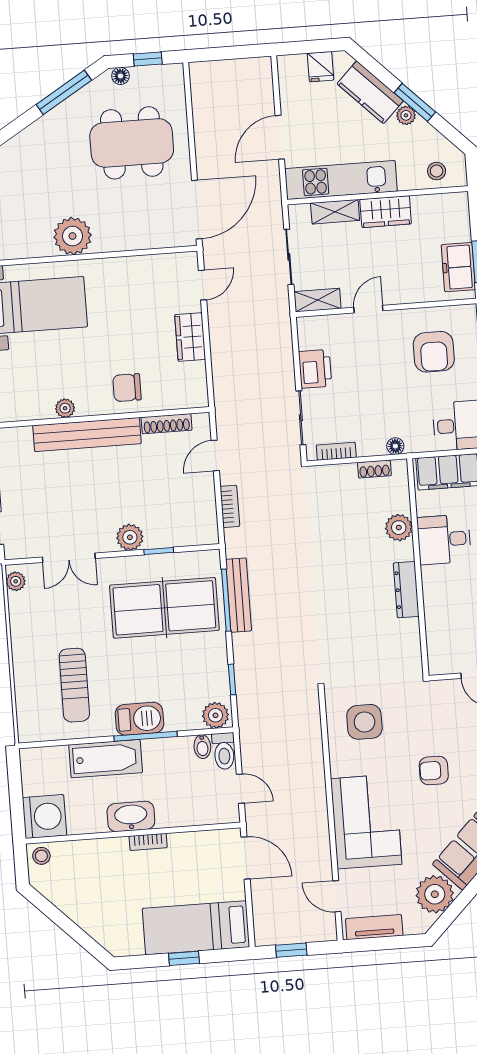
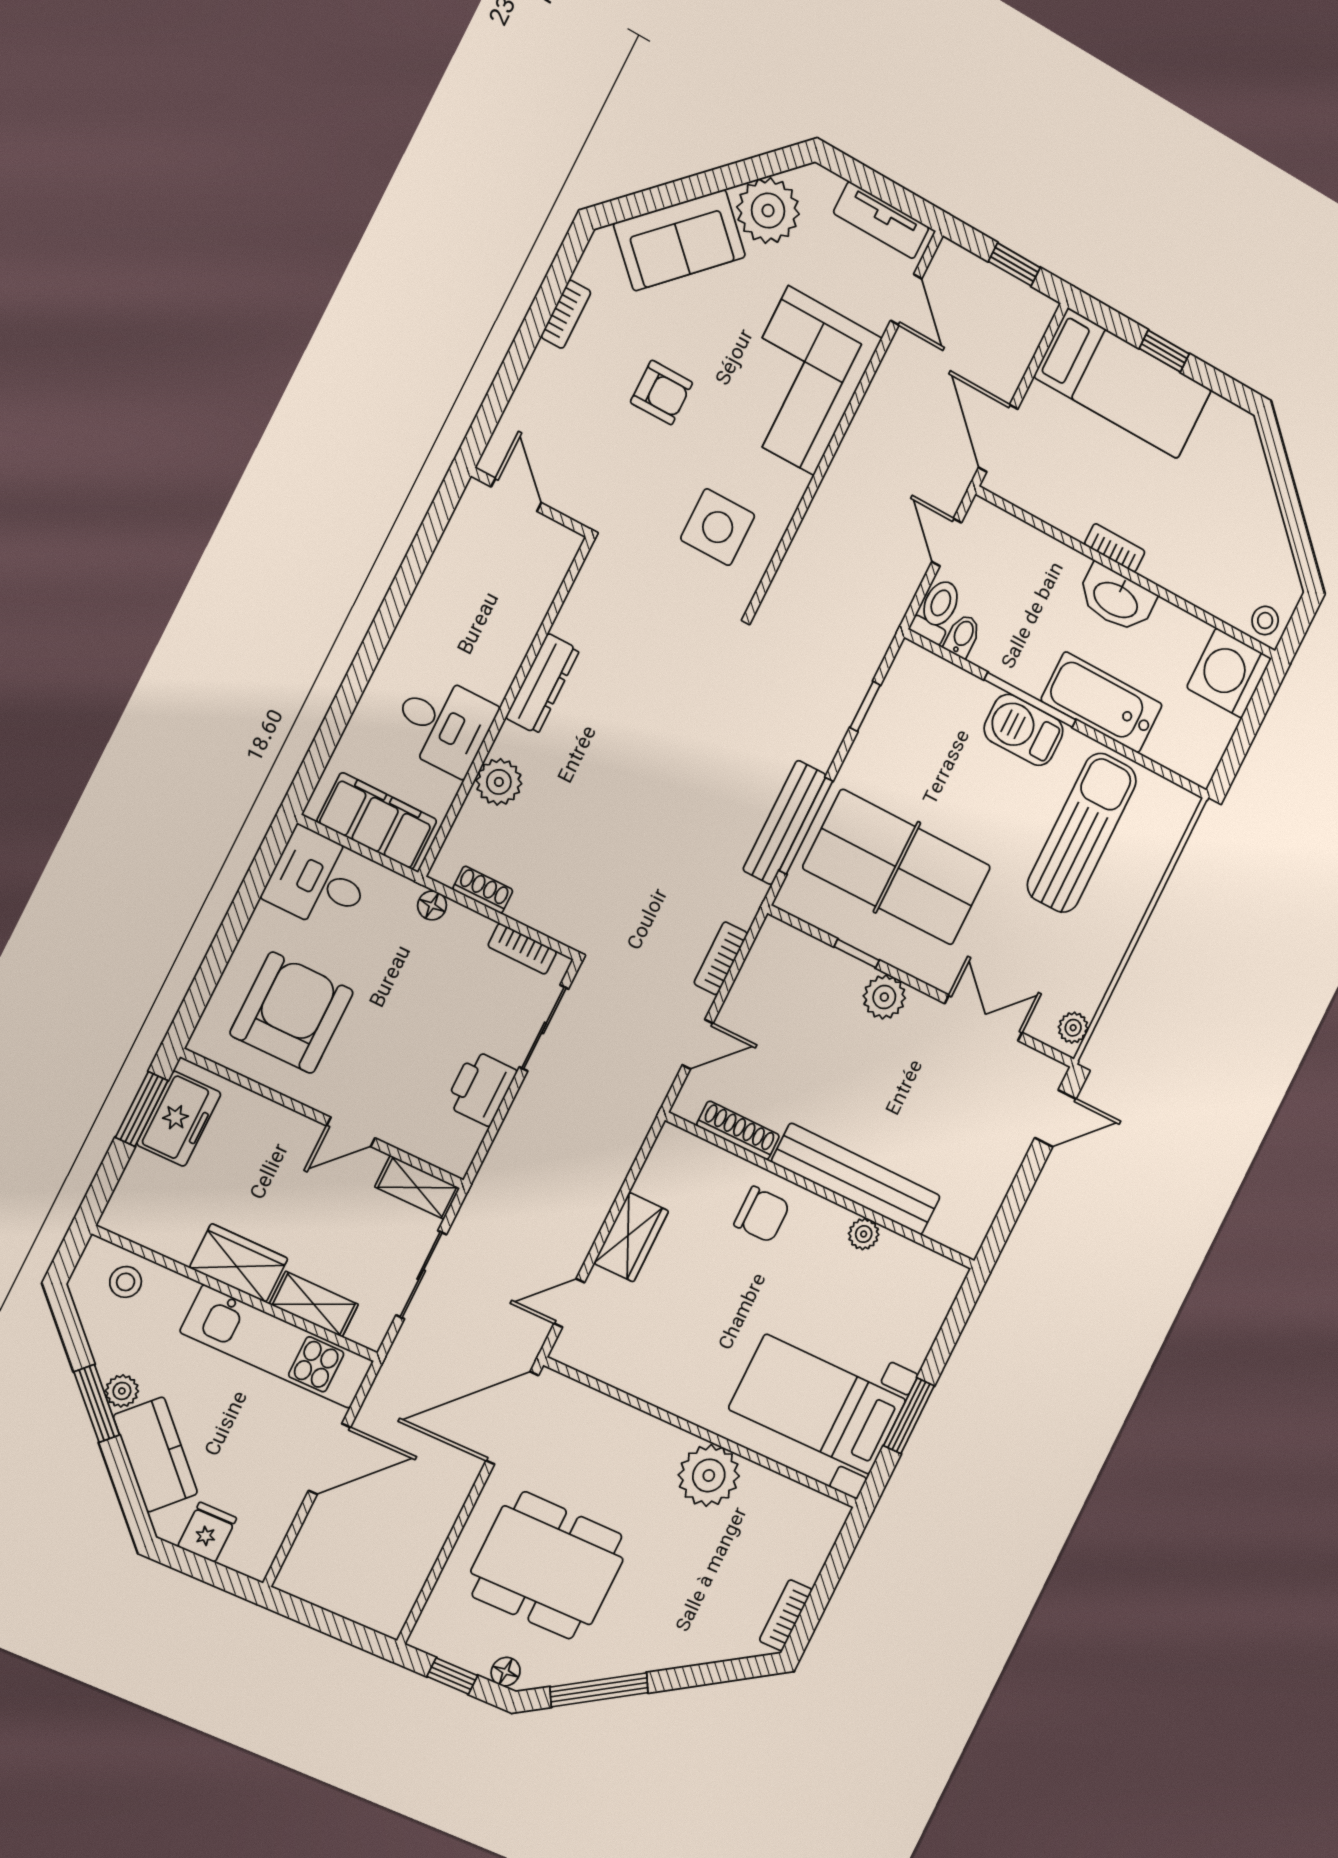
armchair: (434, 352) -> (292, 1013), width x1.36, depth x1.36
sun lounger: (74, 685) -> (1082, 833), width x1.36, depth x1.34
plant: (216, 715) -> (918, 669), removed

